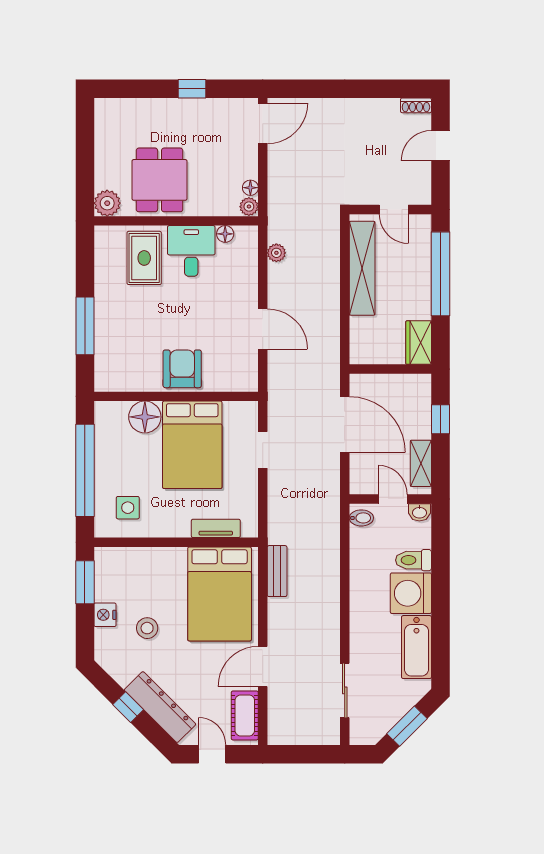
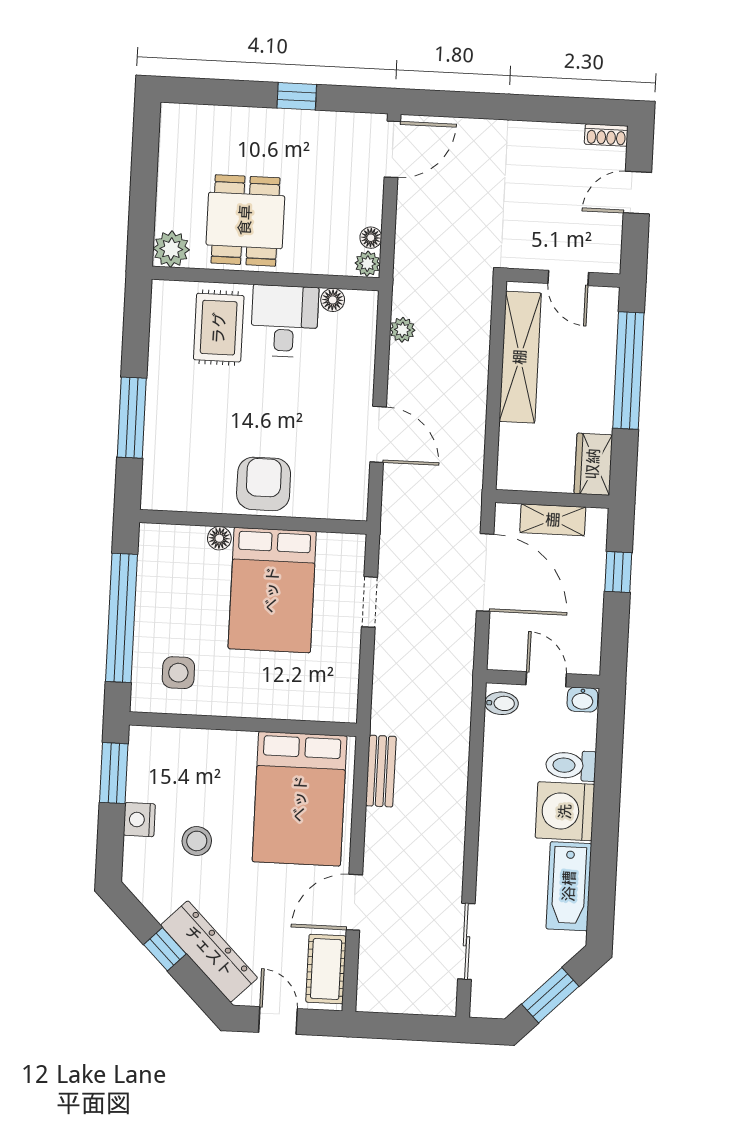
floor lamp: (145, 417) -> (219, 538), width x0.53, depth x0.53
shelving: (421, 463) -> (553, 520), moved, turned 90
tv unit: (216, 528) -> (299, 708), removed

